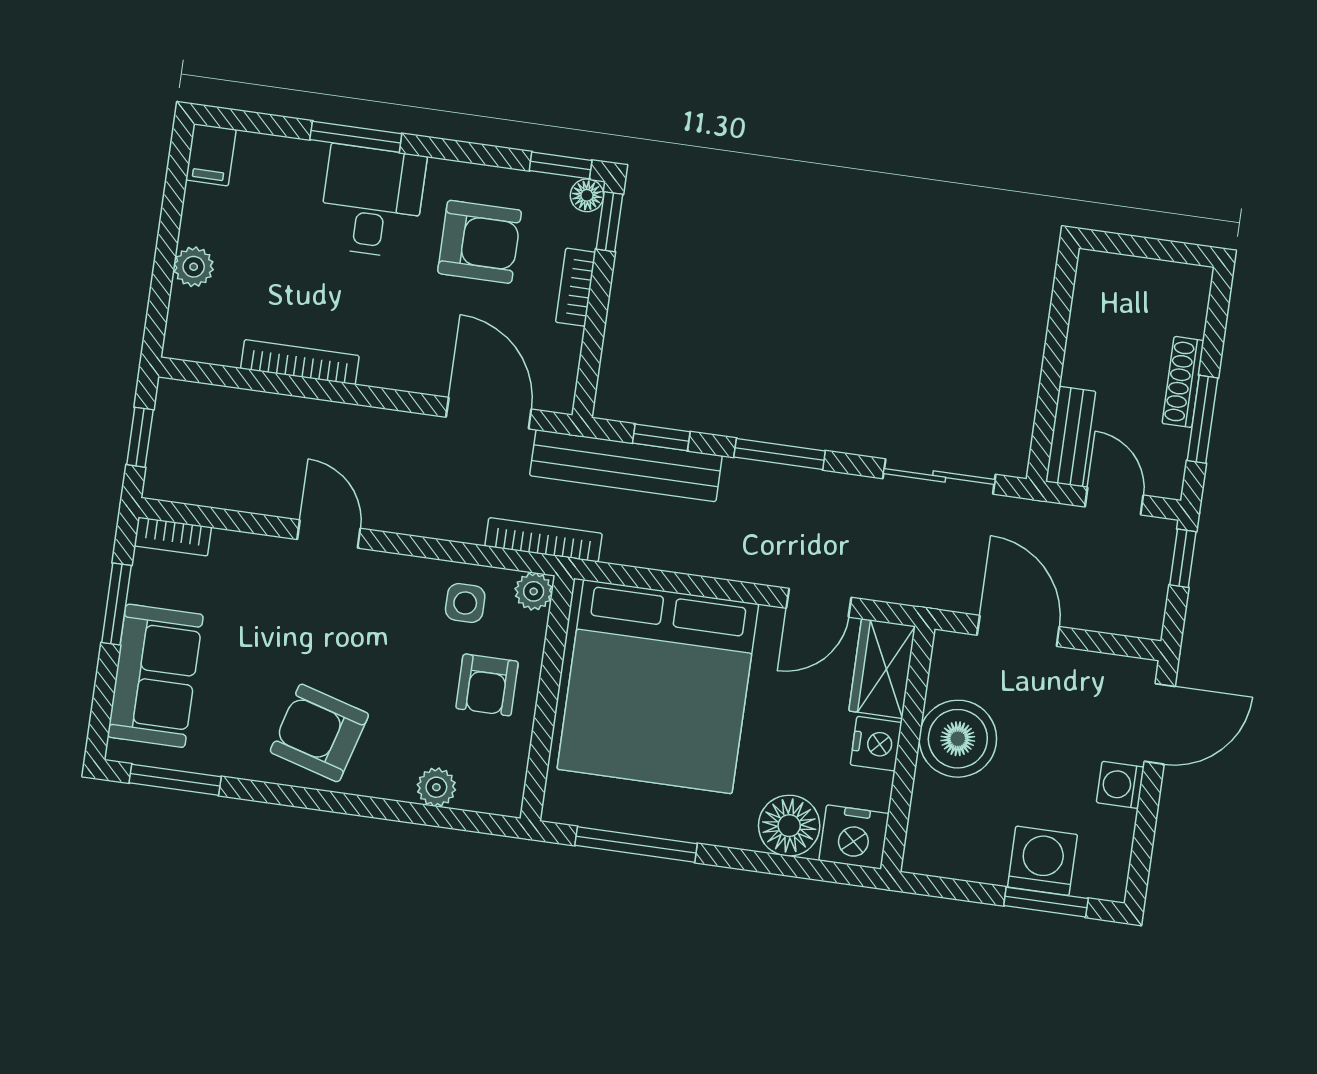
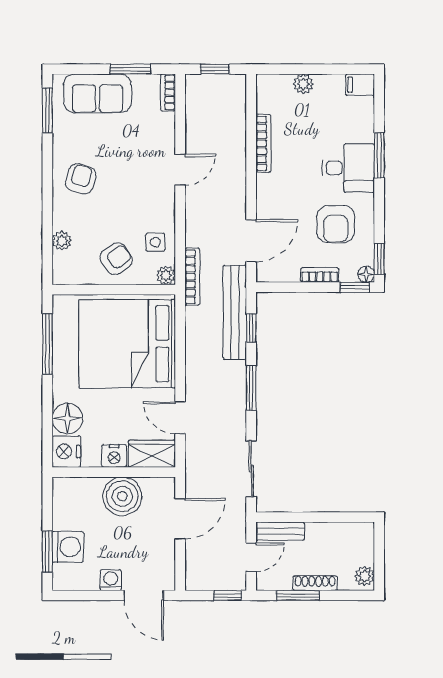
plant: (1183, 282) -> (365, 576), added
armchair: (487, 685) -> (116, 259), turned 145
armchair: (319, 733) -> (81, 179), width x0.72, depth x0.72

